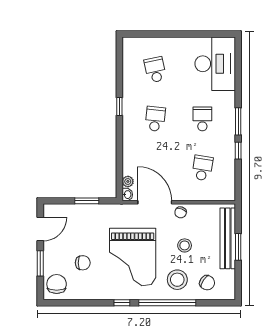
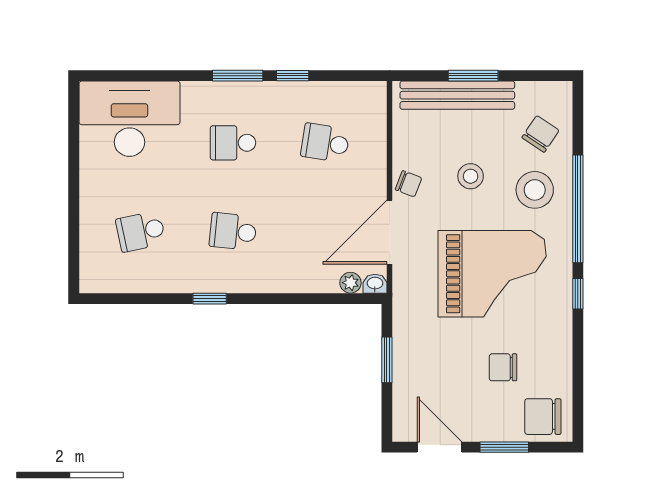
chair: (83, 263) -> (503, 367), turned -90

